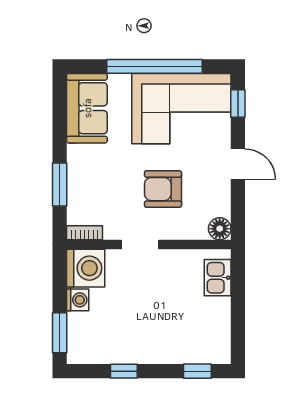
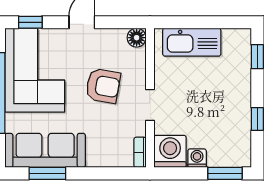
sofa: (87, 108) -> (45, 150), width x1.36
window: (60, 184) -> (47, 173), moved
armchair: (163, 189) -> (103, 86), turned -80
kitchen sink: (218, 278) -> (192, 42), width x1.87, depth x1.24

